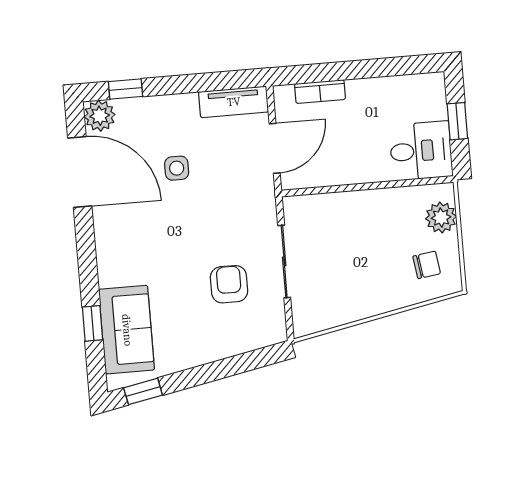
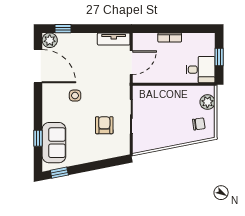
bookcase: (320, 92) -> (170, 38), moved
side table: (177, 168) -> (75, 96), moved

